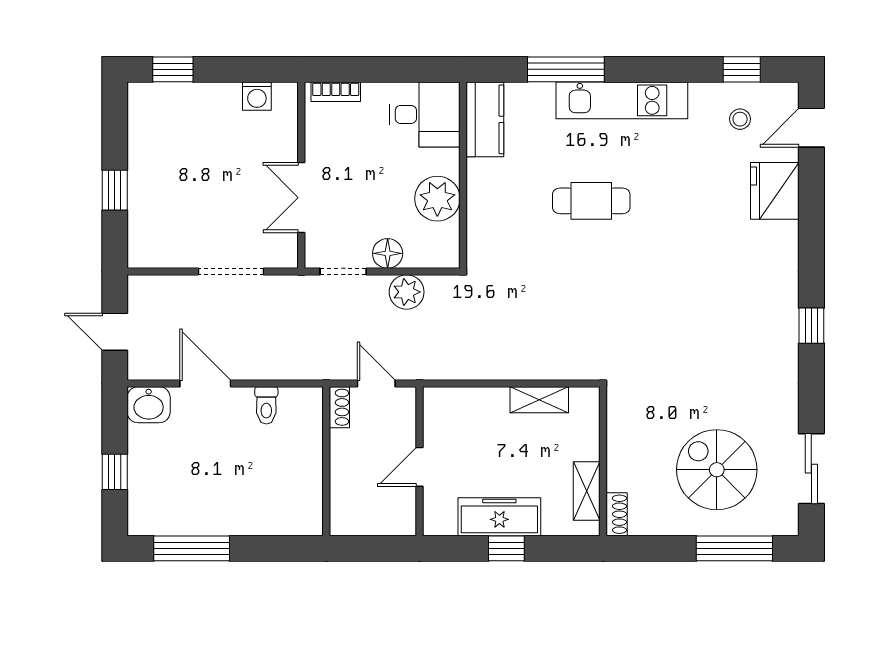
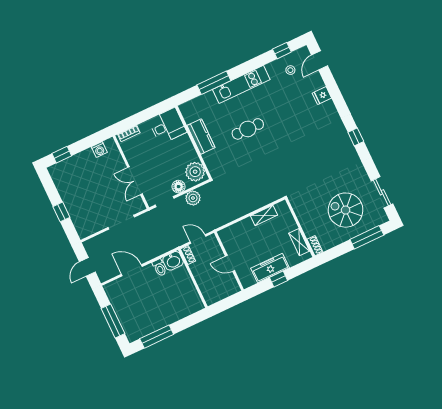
kitchen counter: (485, 119) -> (201, 137), moved
fridge: (775, 191) -> (322, 96), width x0.53, depth x0.75
plant: (437, 199) -> (195, 172), moved
door: (115, 332) -> (87, 267), hinge flipped
washbasin: (149, 405) -> (173, 261), moved
door: (420, 467) -> (230, 263), hinge flipped
window: (115, 472) -> (113, 321), width x2.17

